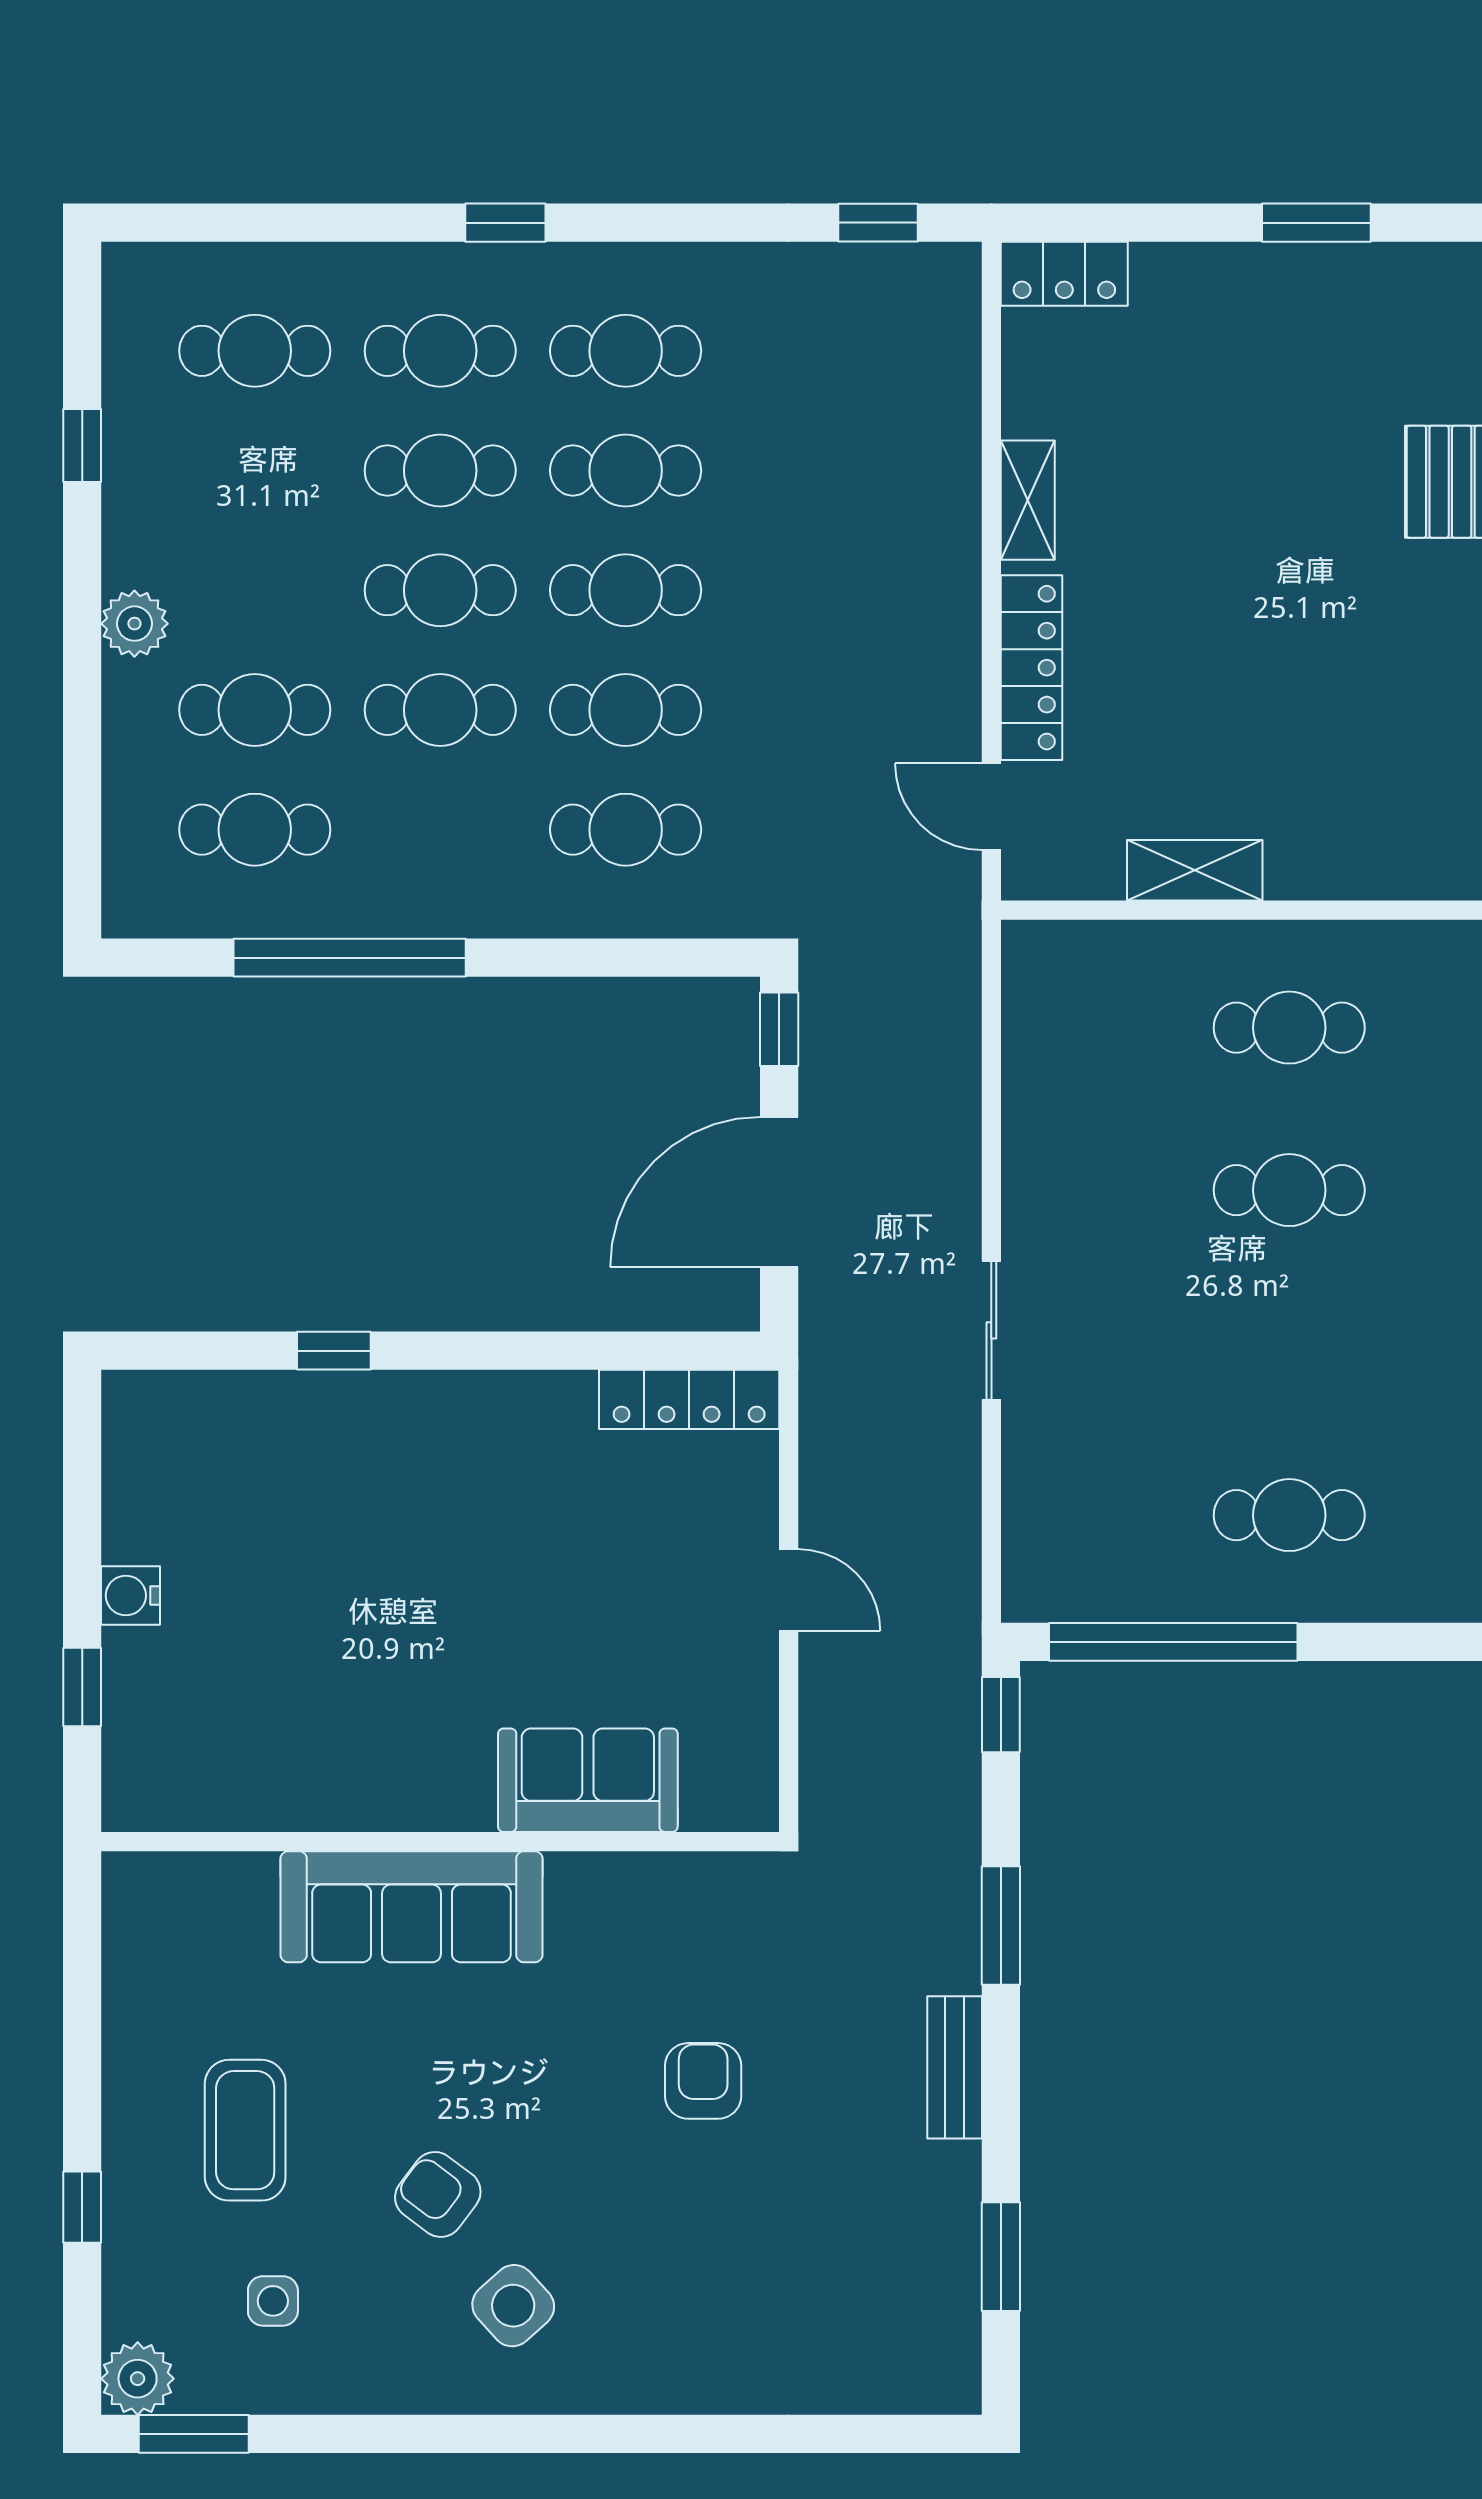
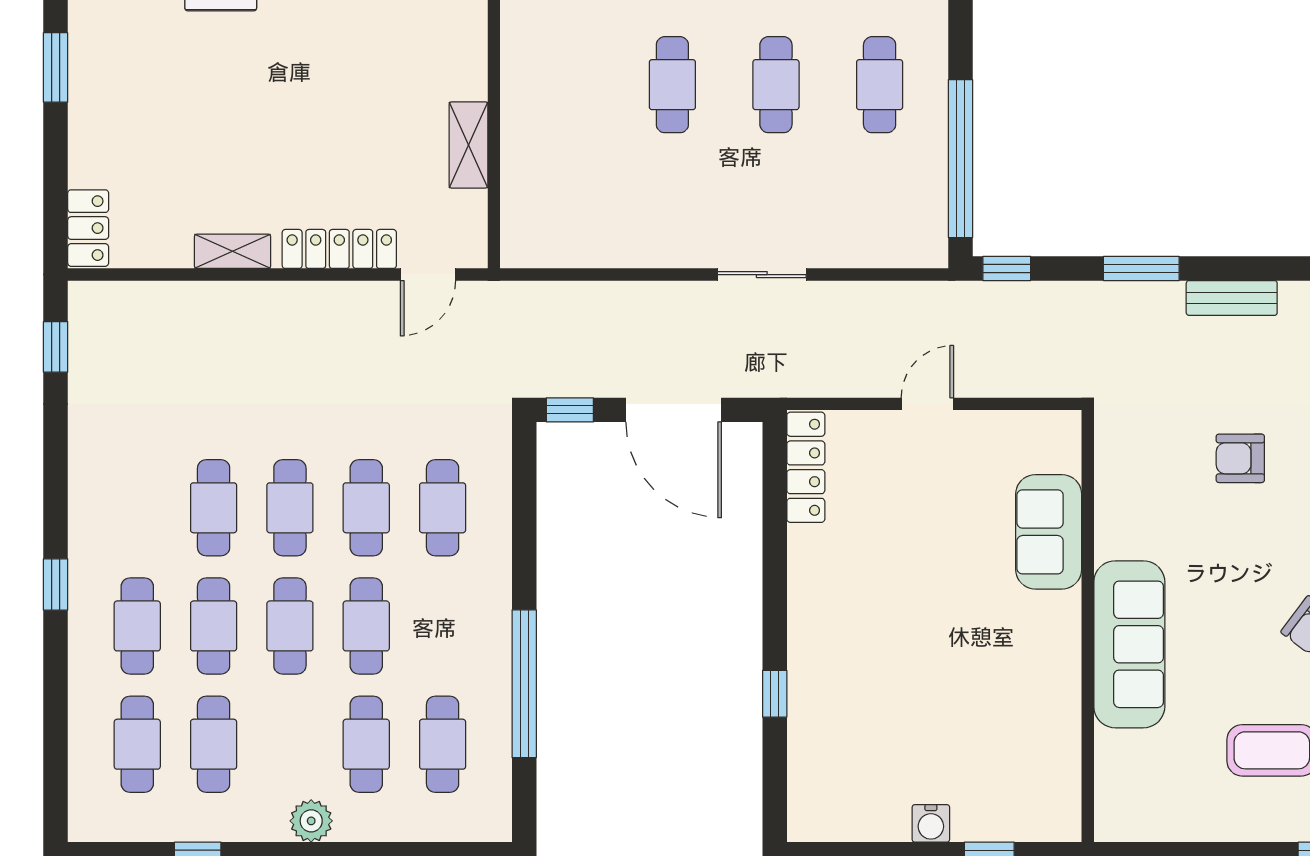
cafe table: (626, 351) -> (214, 744), moved
cafe table: (1289, 1028) -> (776, 85), moved

